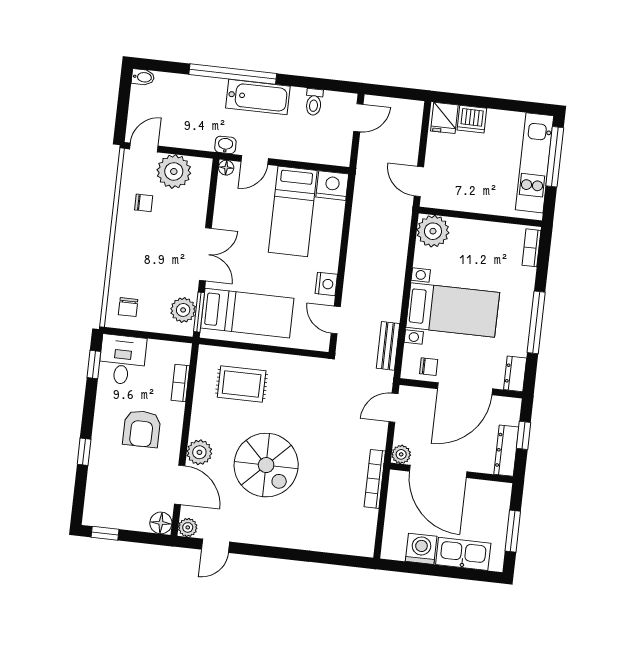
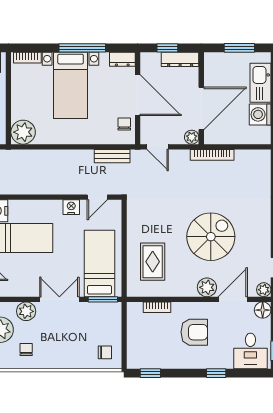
plant: (183, 310) -> (26, 311), moved
bed with nightstands: (453, 310) -> (71, 85), moved, turned 180
desk: (122, 360) -> (250, 351), moved, turned -90

